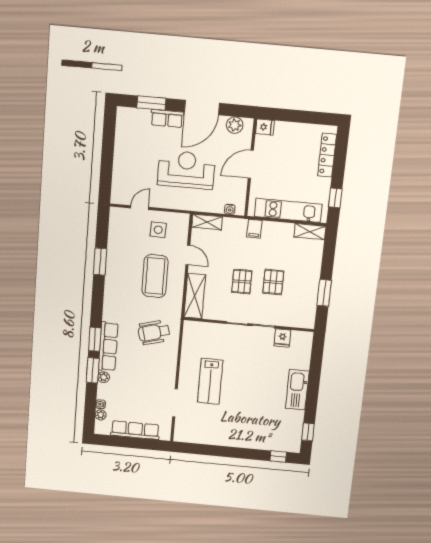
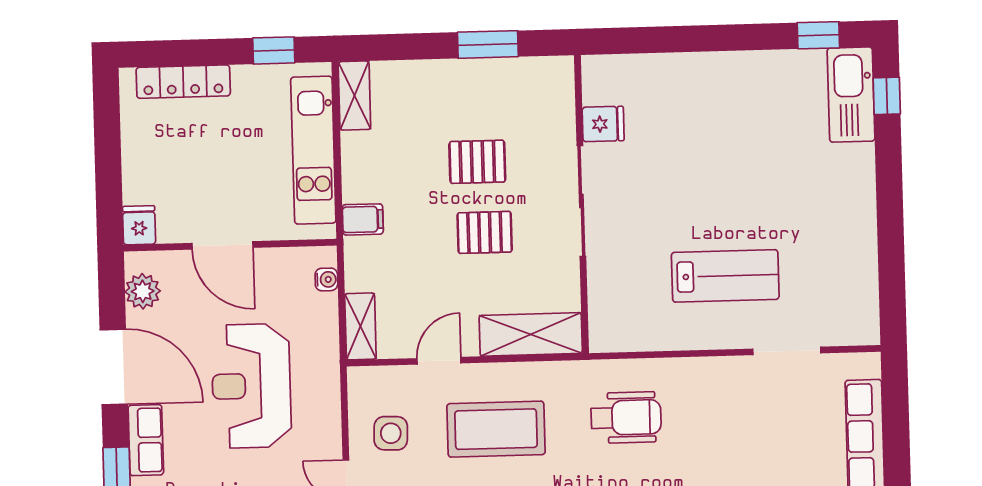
wheelchair: (154, 332) -> (626, 418), turned -75
kitchen sink: (297, 390) -> (851, 95), moved, turned 90

